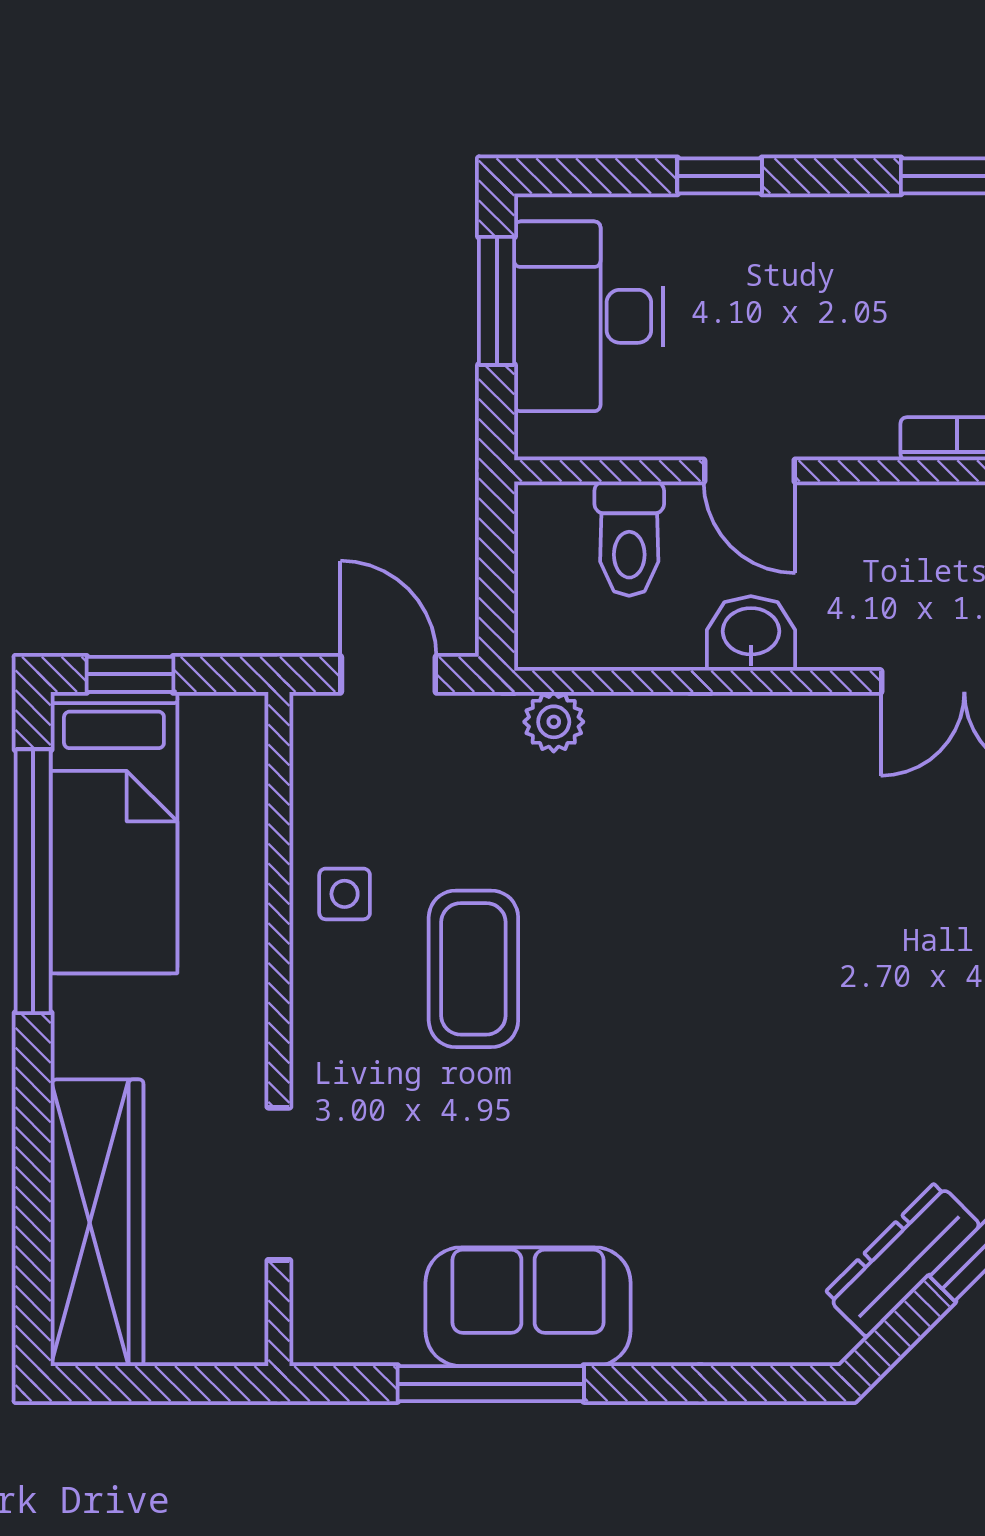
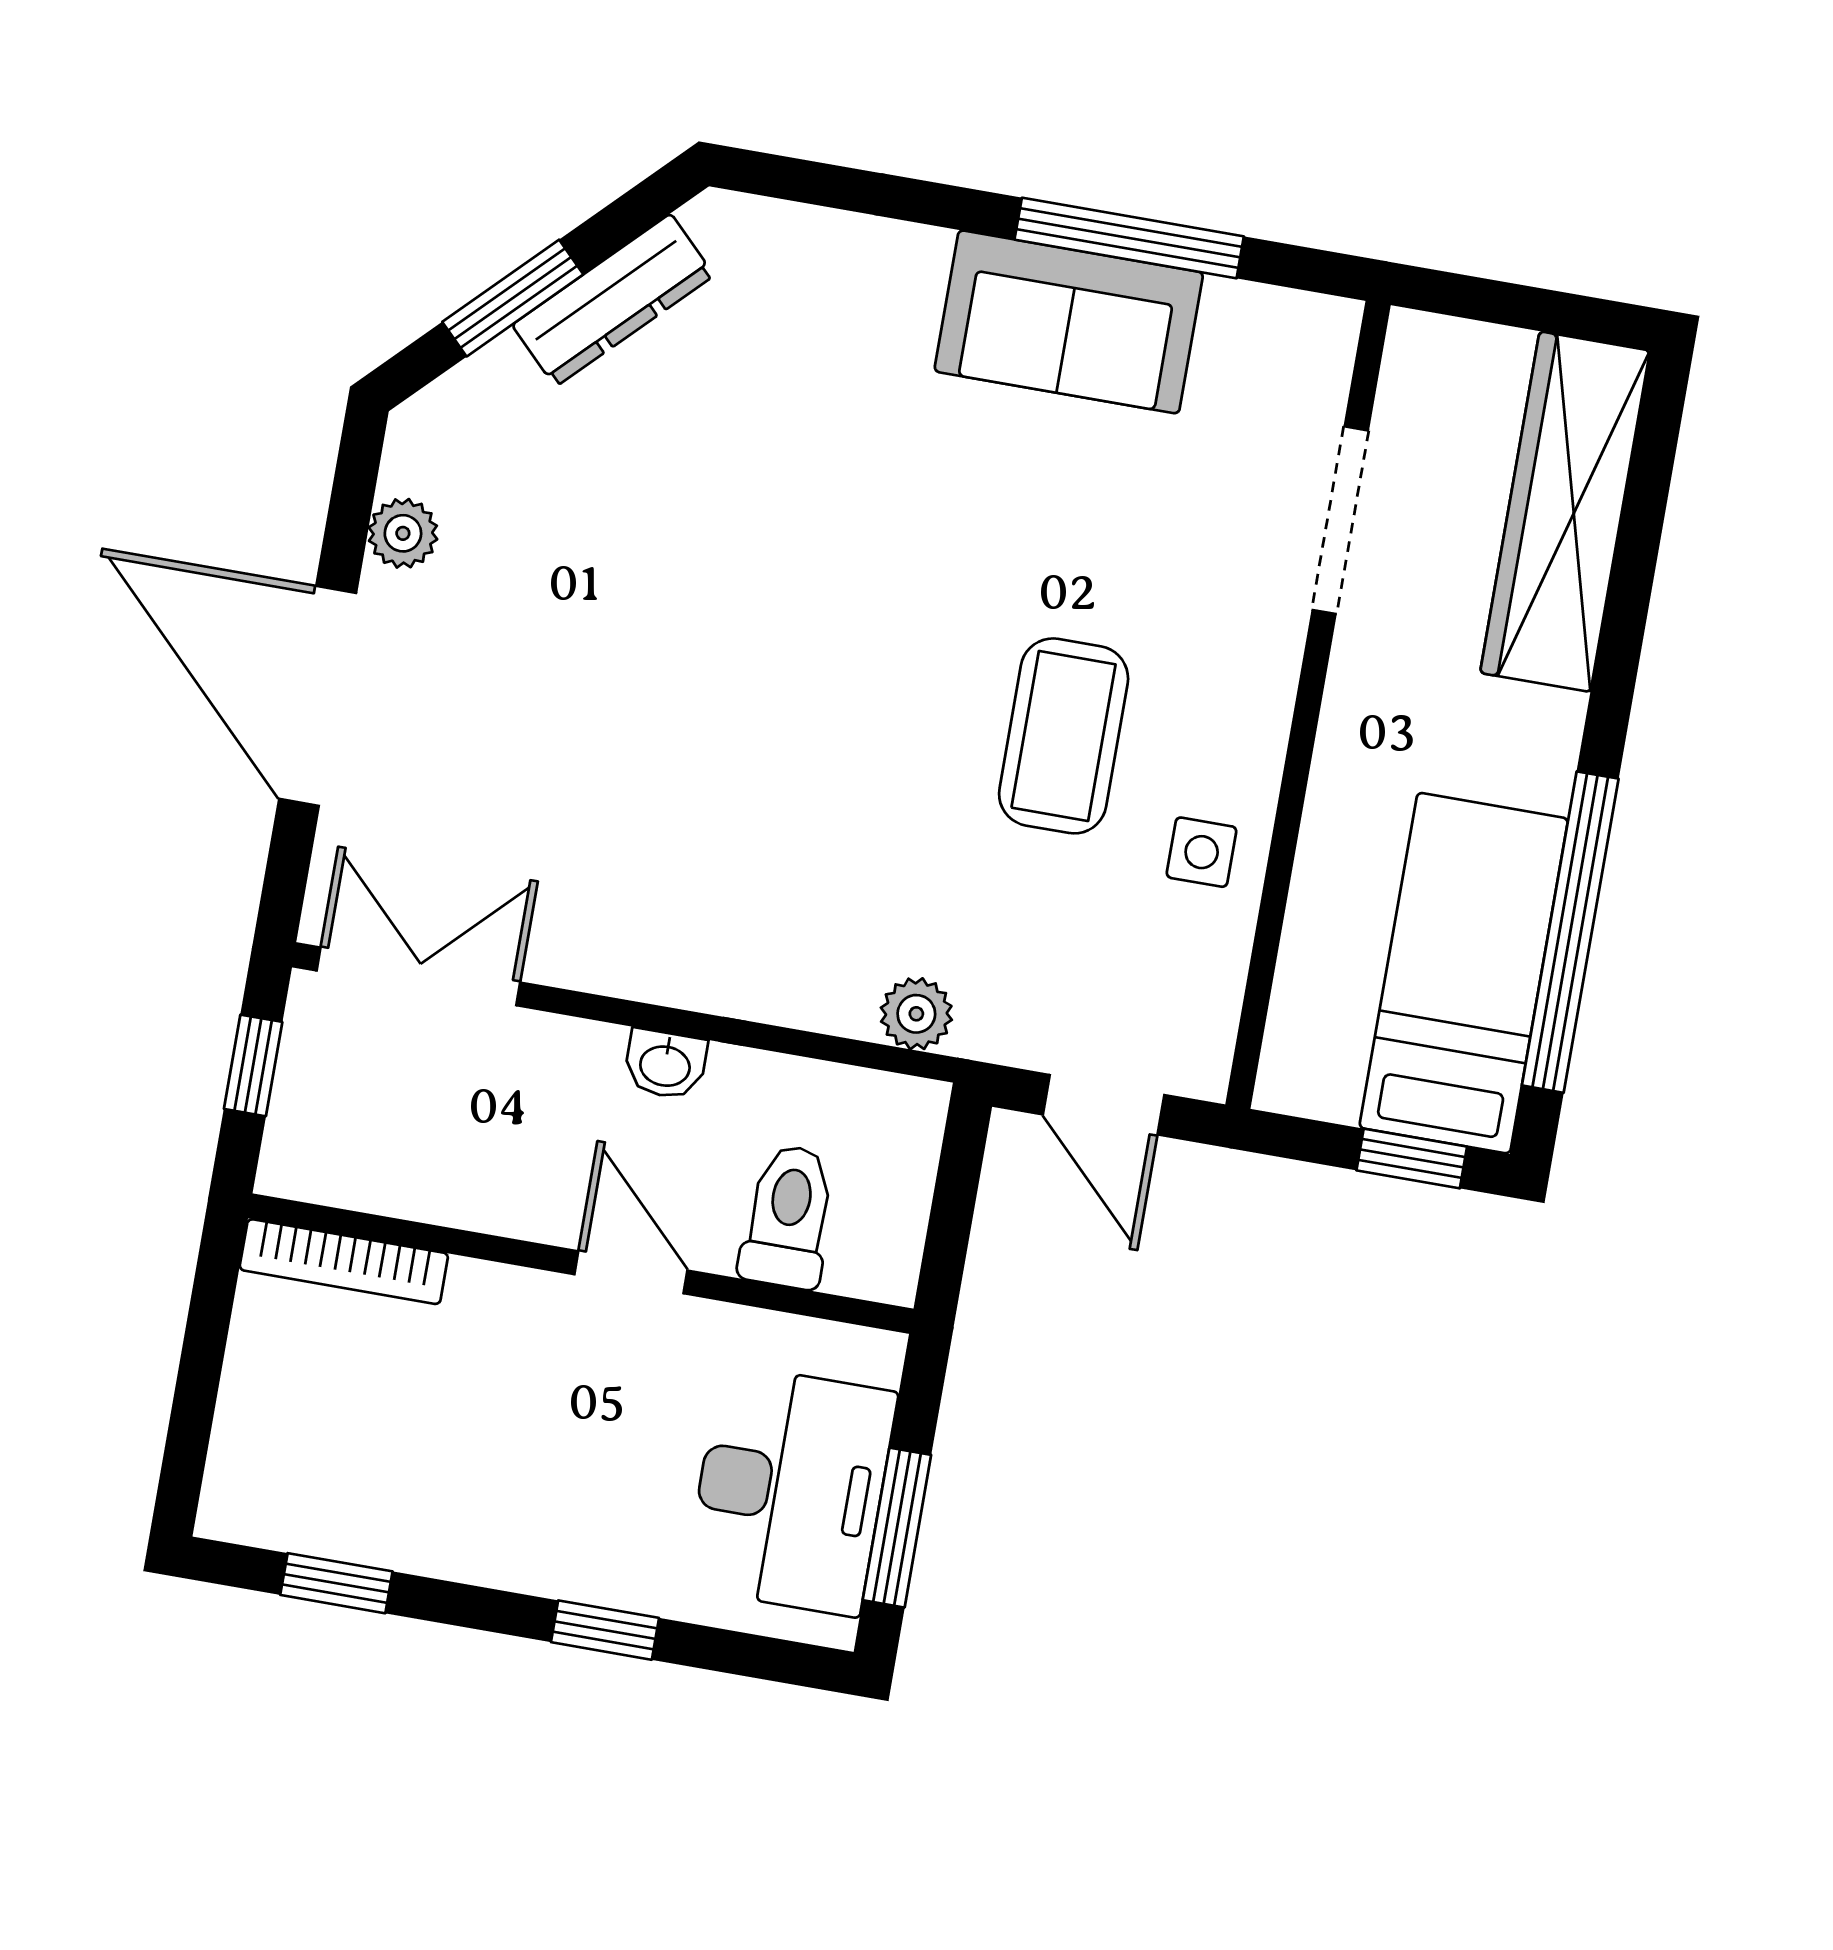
washbasin: (751, 634) -> (665, 1064), width x0.72, depth x0.69

